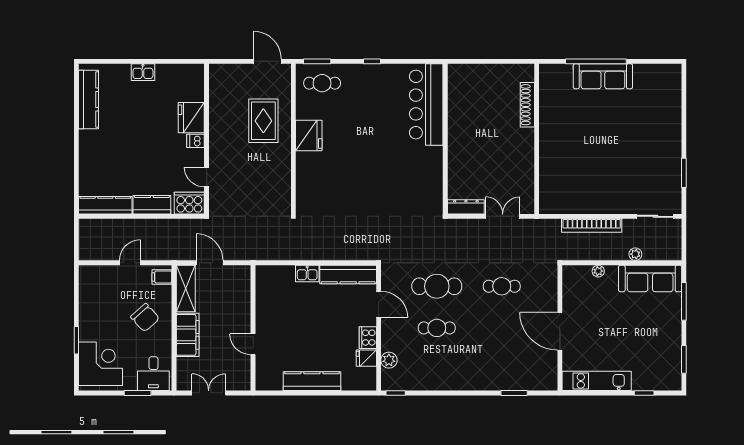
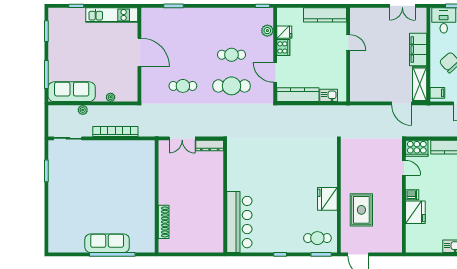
wall: (253, 328) -> (348, 55), moved
door: (253, 344) -> (348, 42), moved

